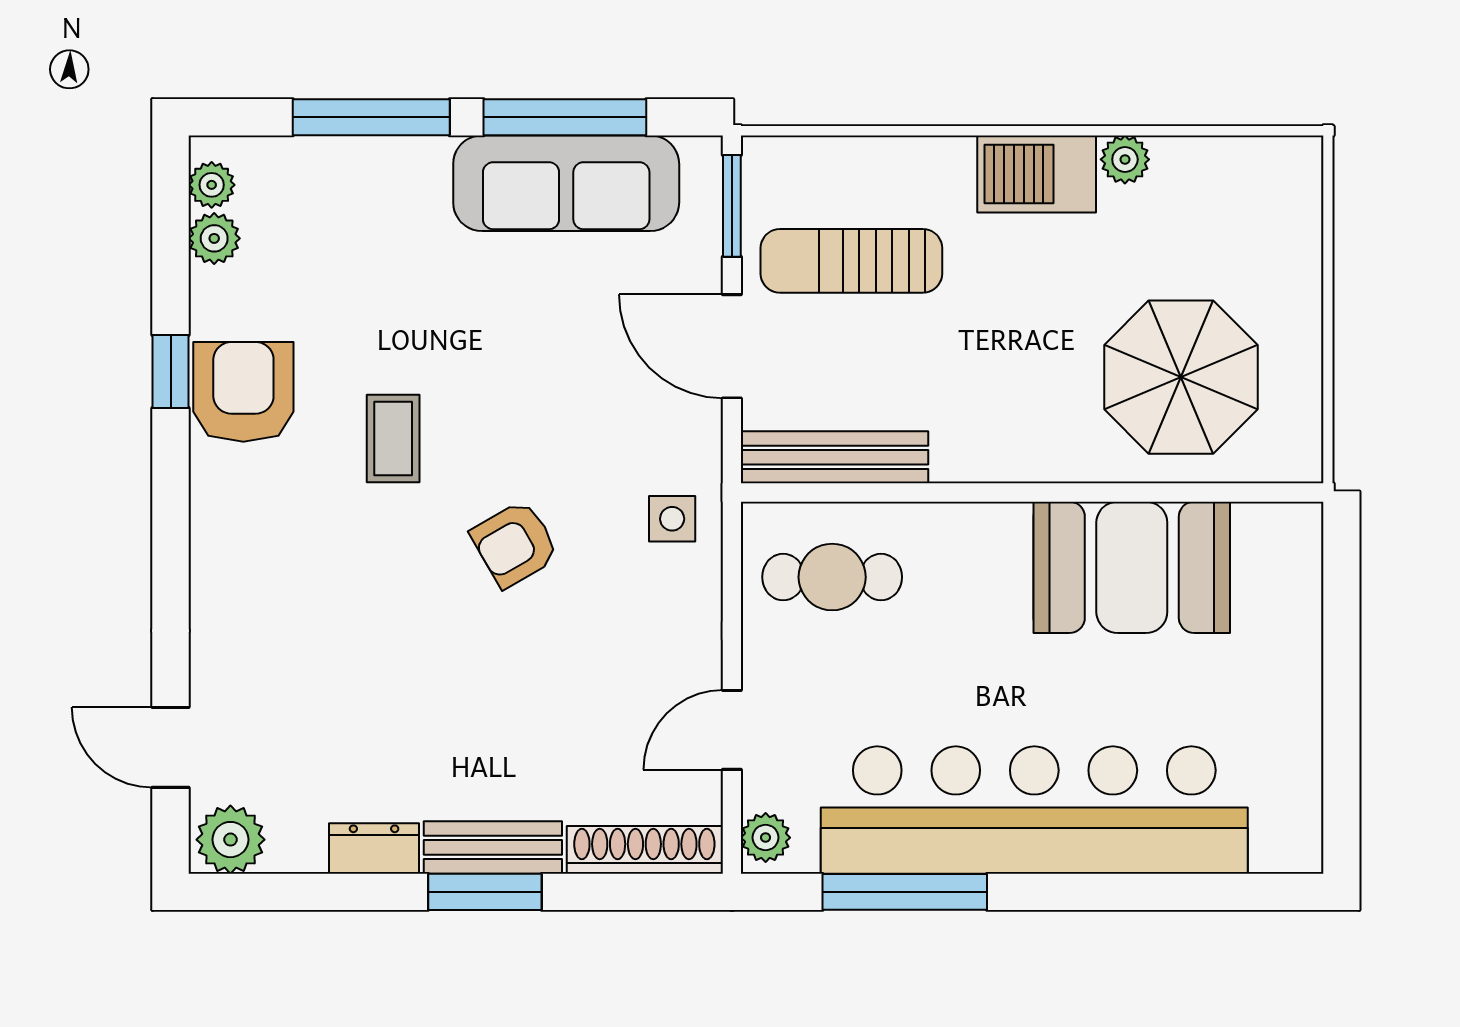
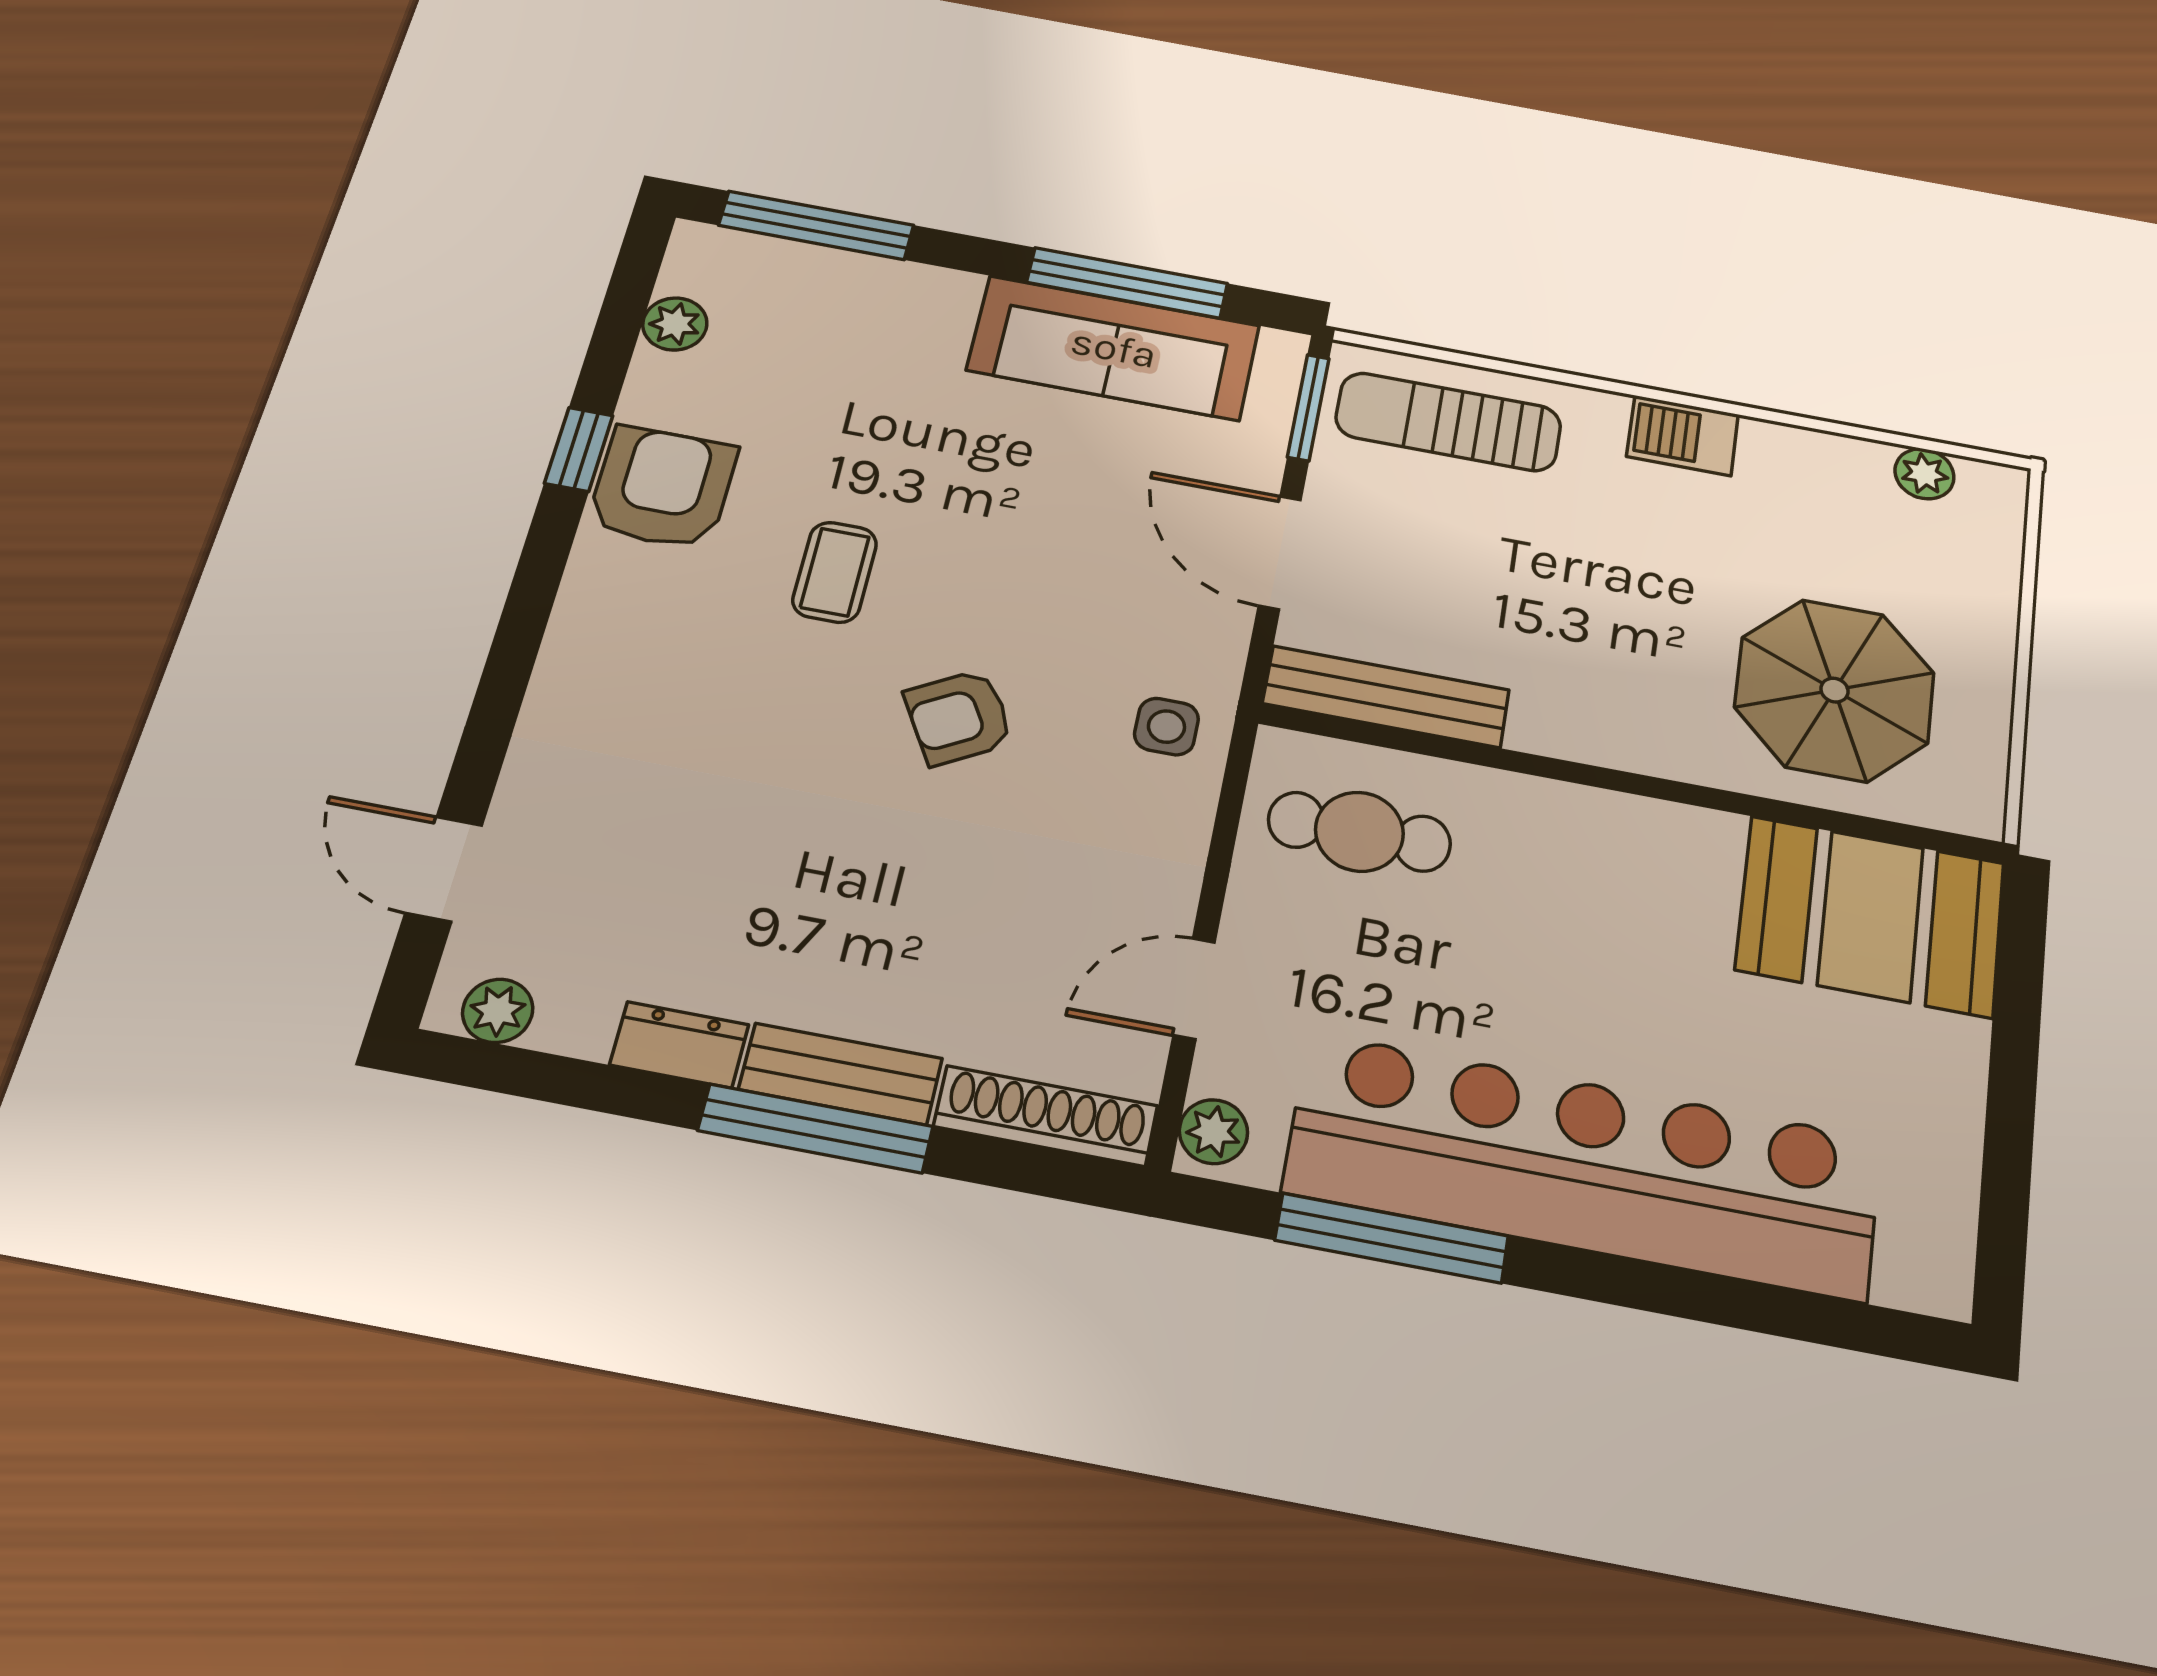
window: (371, 117) -> (816, 225), moved
plant: (1125, 159) -> (1924, 474), moved
barbecue: (1037, 174) -> (1683, 435), width x0.73, depth x0.79
plant: (212, 185) -> (688, 271), removed
sun lounger: (851, 261) -> (1448, 422), moved
booth: (1132, 567) -> (1871, 916), moved
plant: (230, 840) -> (498, 1011), width x0.73, depth x0.73
window: (485, 892) -> (815, 1128), width x1.44

